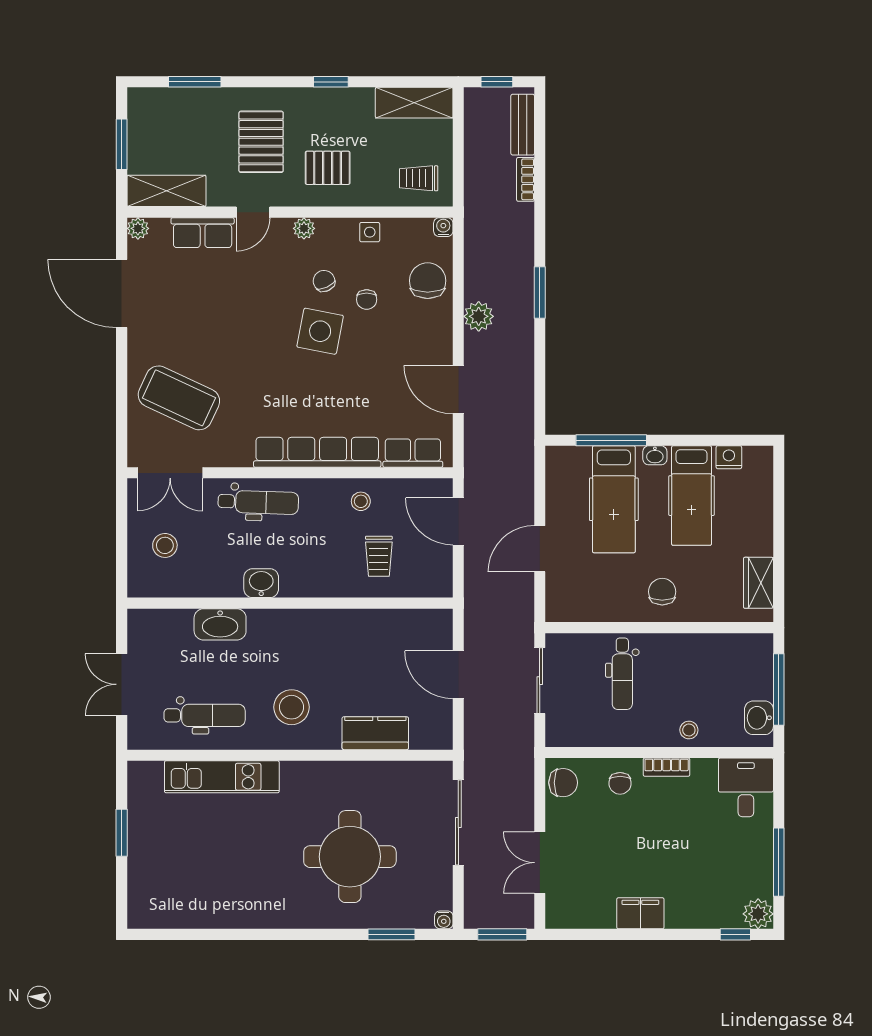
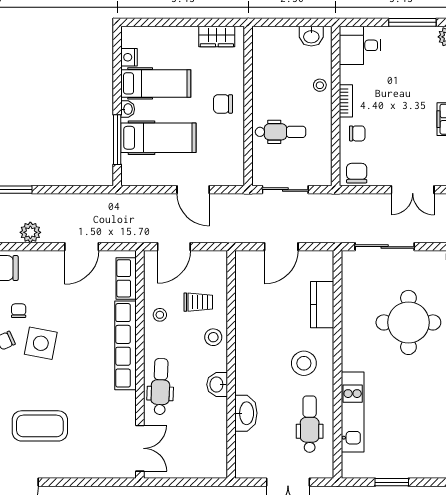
chair: (367, 299) -> (19, 311), turned -90
coffee table: (179, 398) -> (40, 426), moved, turned 65
stool: (165, 545) -> (213, 337), moved
window: (779, 690) -> (292, 22), removed

